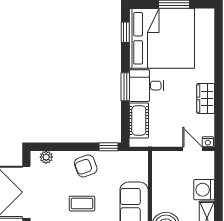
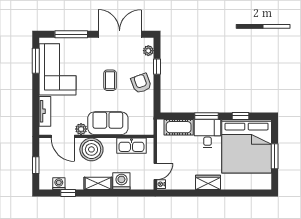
window: (125, 32) -> (240, 116), moved
wardrobe: (206, 98) -> (208, 182), moved
window: (108, 147) -> (157, 67), moved
kitchen sink: (161, 178) -> (131, 146), added

